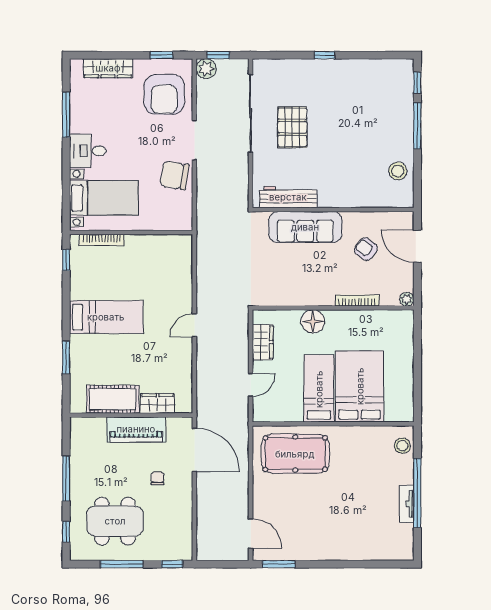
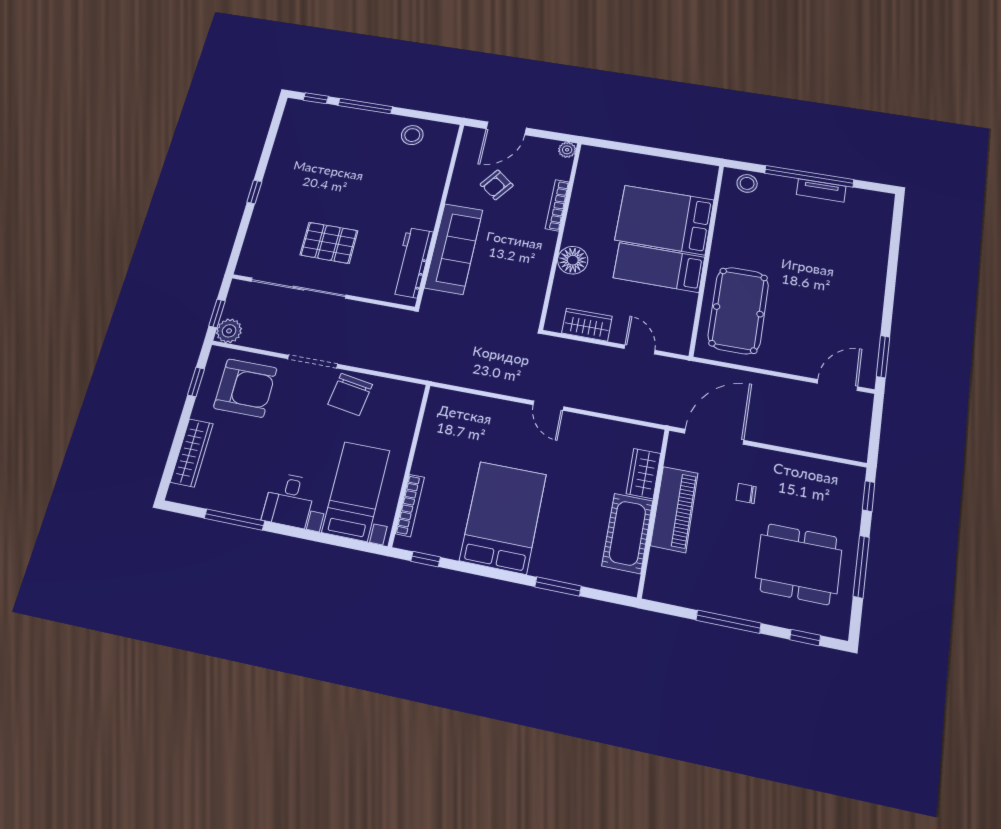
bed: (106, 317) -> (503, 517), width x1.50
dining table: (115, 521) -> (799, 564), turned 90

